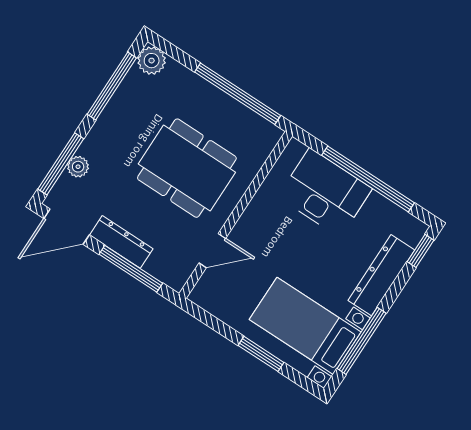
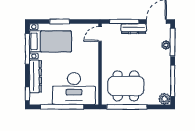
dining table: (187, 168) -> (126, 86), moved
desk: (325, 193) -> (74, 89), width x1.36, depth x1.30
door: (212, 251) -> (100, 34), moved

